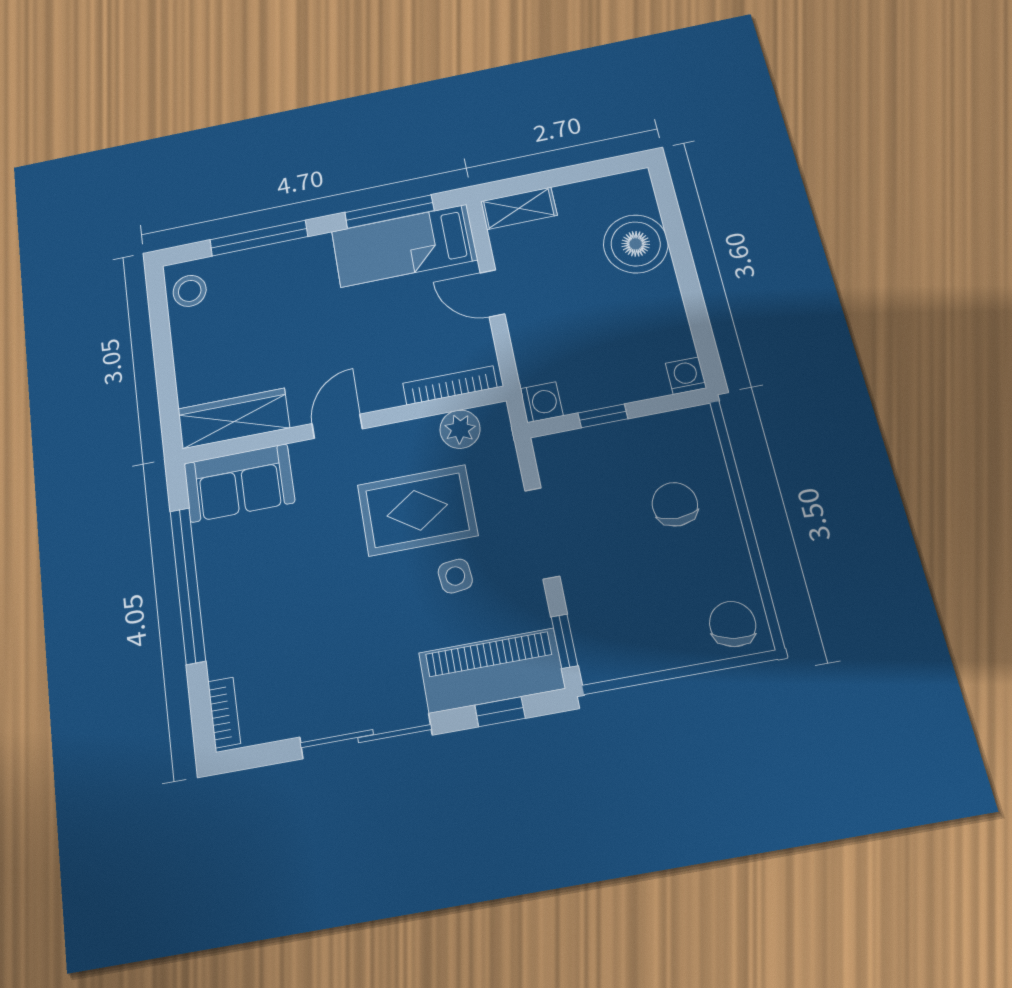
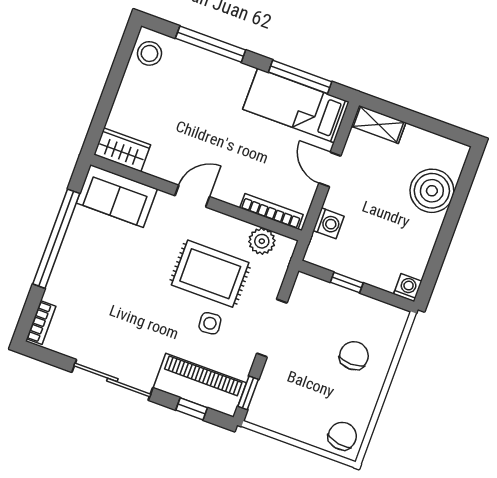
washing machine: (541, 402) -> (329, 223), moved
wardrobe: (234, 418) -> (122, 150), width x0.67

